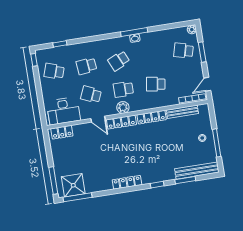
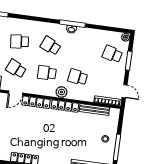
school desk: (119, 61) -> (51, 46), turned 48
door: (207, 84) -> (125, 91), swing flipped
plant: (123, 107) -> (62, 92), moved
door: (98, 119) -> (16, 93), hinge flipped

